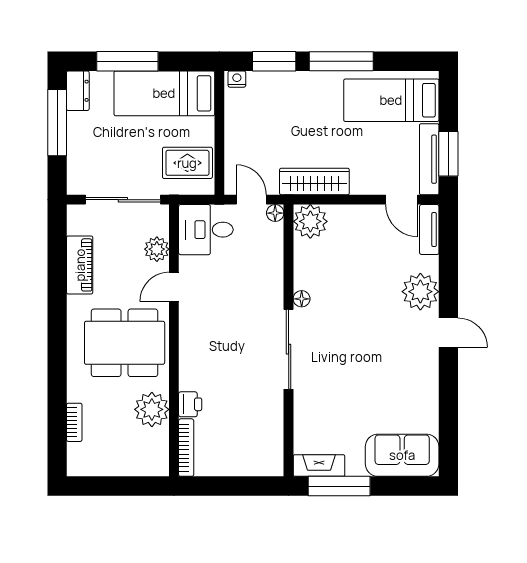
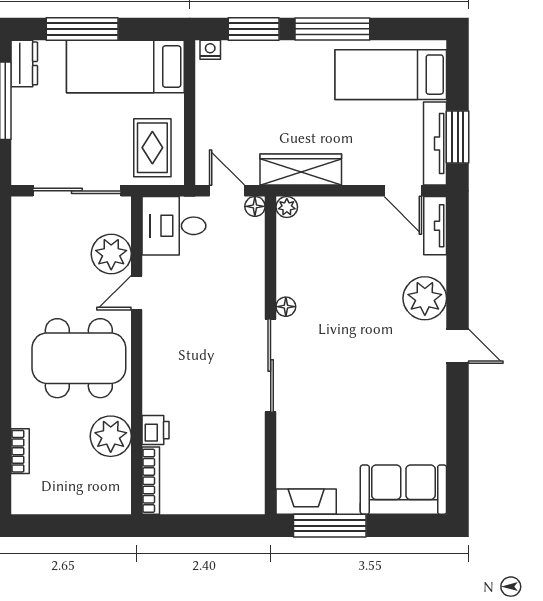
rug: (187, 163) -> (152, 148), turned 90
plant: (310, 221) -> (287, 207), width x0.53, depth x0.53
plant: (157, 249) -> (111, 254), width x1.36, depth x1.36
piano: (80, 265) -> (26, 267), removed

